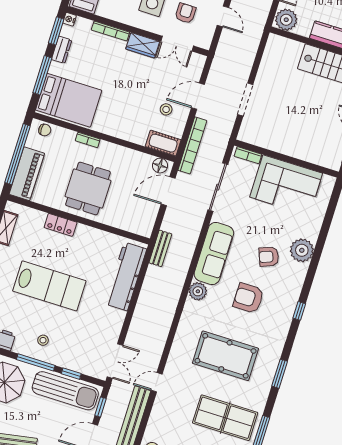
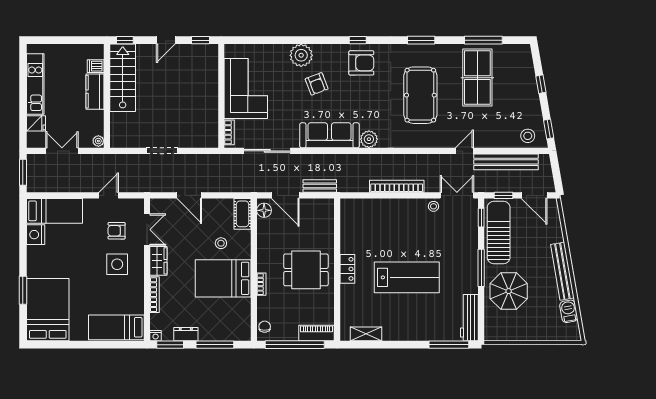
plant: (286, 20) -> (98, 141), width x0.53, depth x0.53
doorway: (245, 99) -> (162, 151), moved
bed: (69, 100) -> (223, 278), moved, turned -90
stool: (166, 109) -> (221, 243), moved
bookcase: (192, 145) -> (397, 186), moved
piano: (27, 174) -> (317, 333), width x0.73, depth x0.75
locker: (61, 225) -> (347, 269), moved
bench: (160, 248) -> (320, 186), moved
workbench: (126, 276) -> (376, 210), removed
lab bench: (49, 286) -> (407, 277), turned 90
armchair: (249, 298) -> (361, 63), moved, turned -90
stool: (43, 340) -> (434, 206), moved
window: (71, 374) -> (481, 218), moved
door: (157, 382) -> (464, 151), swing flipped

